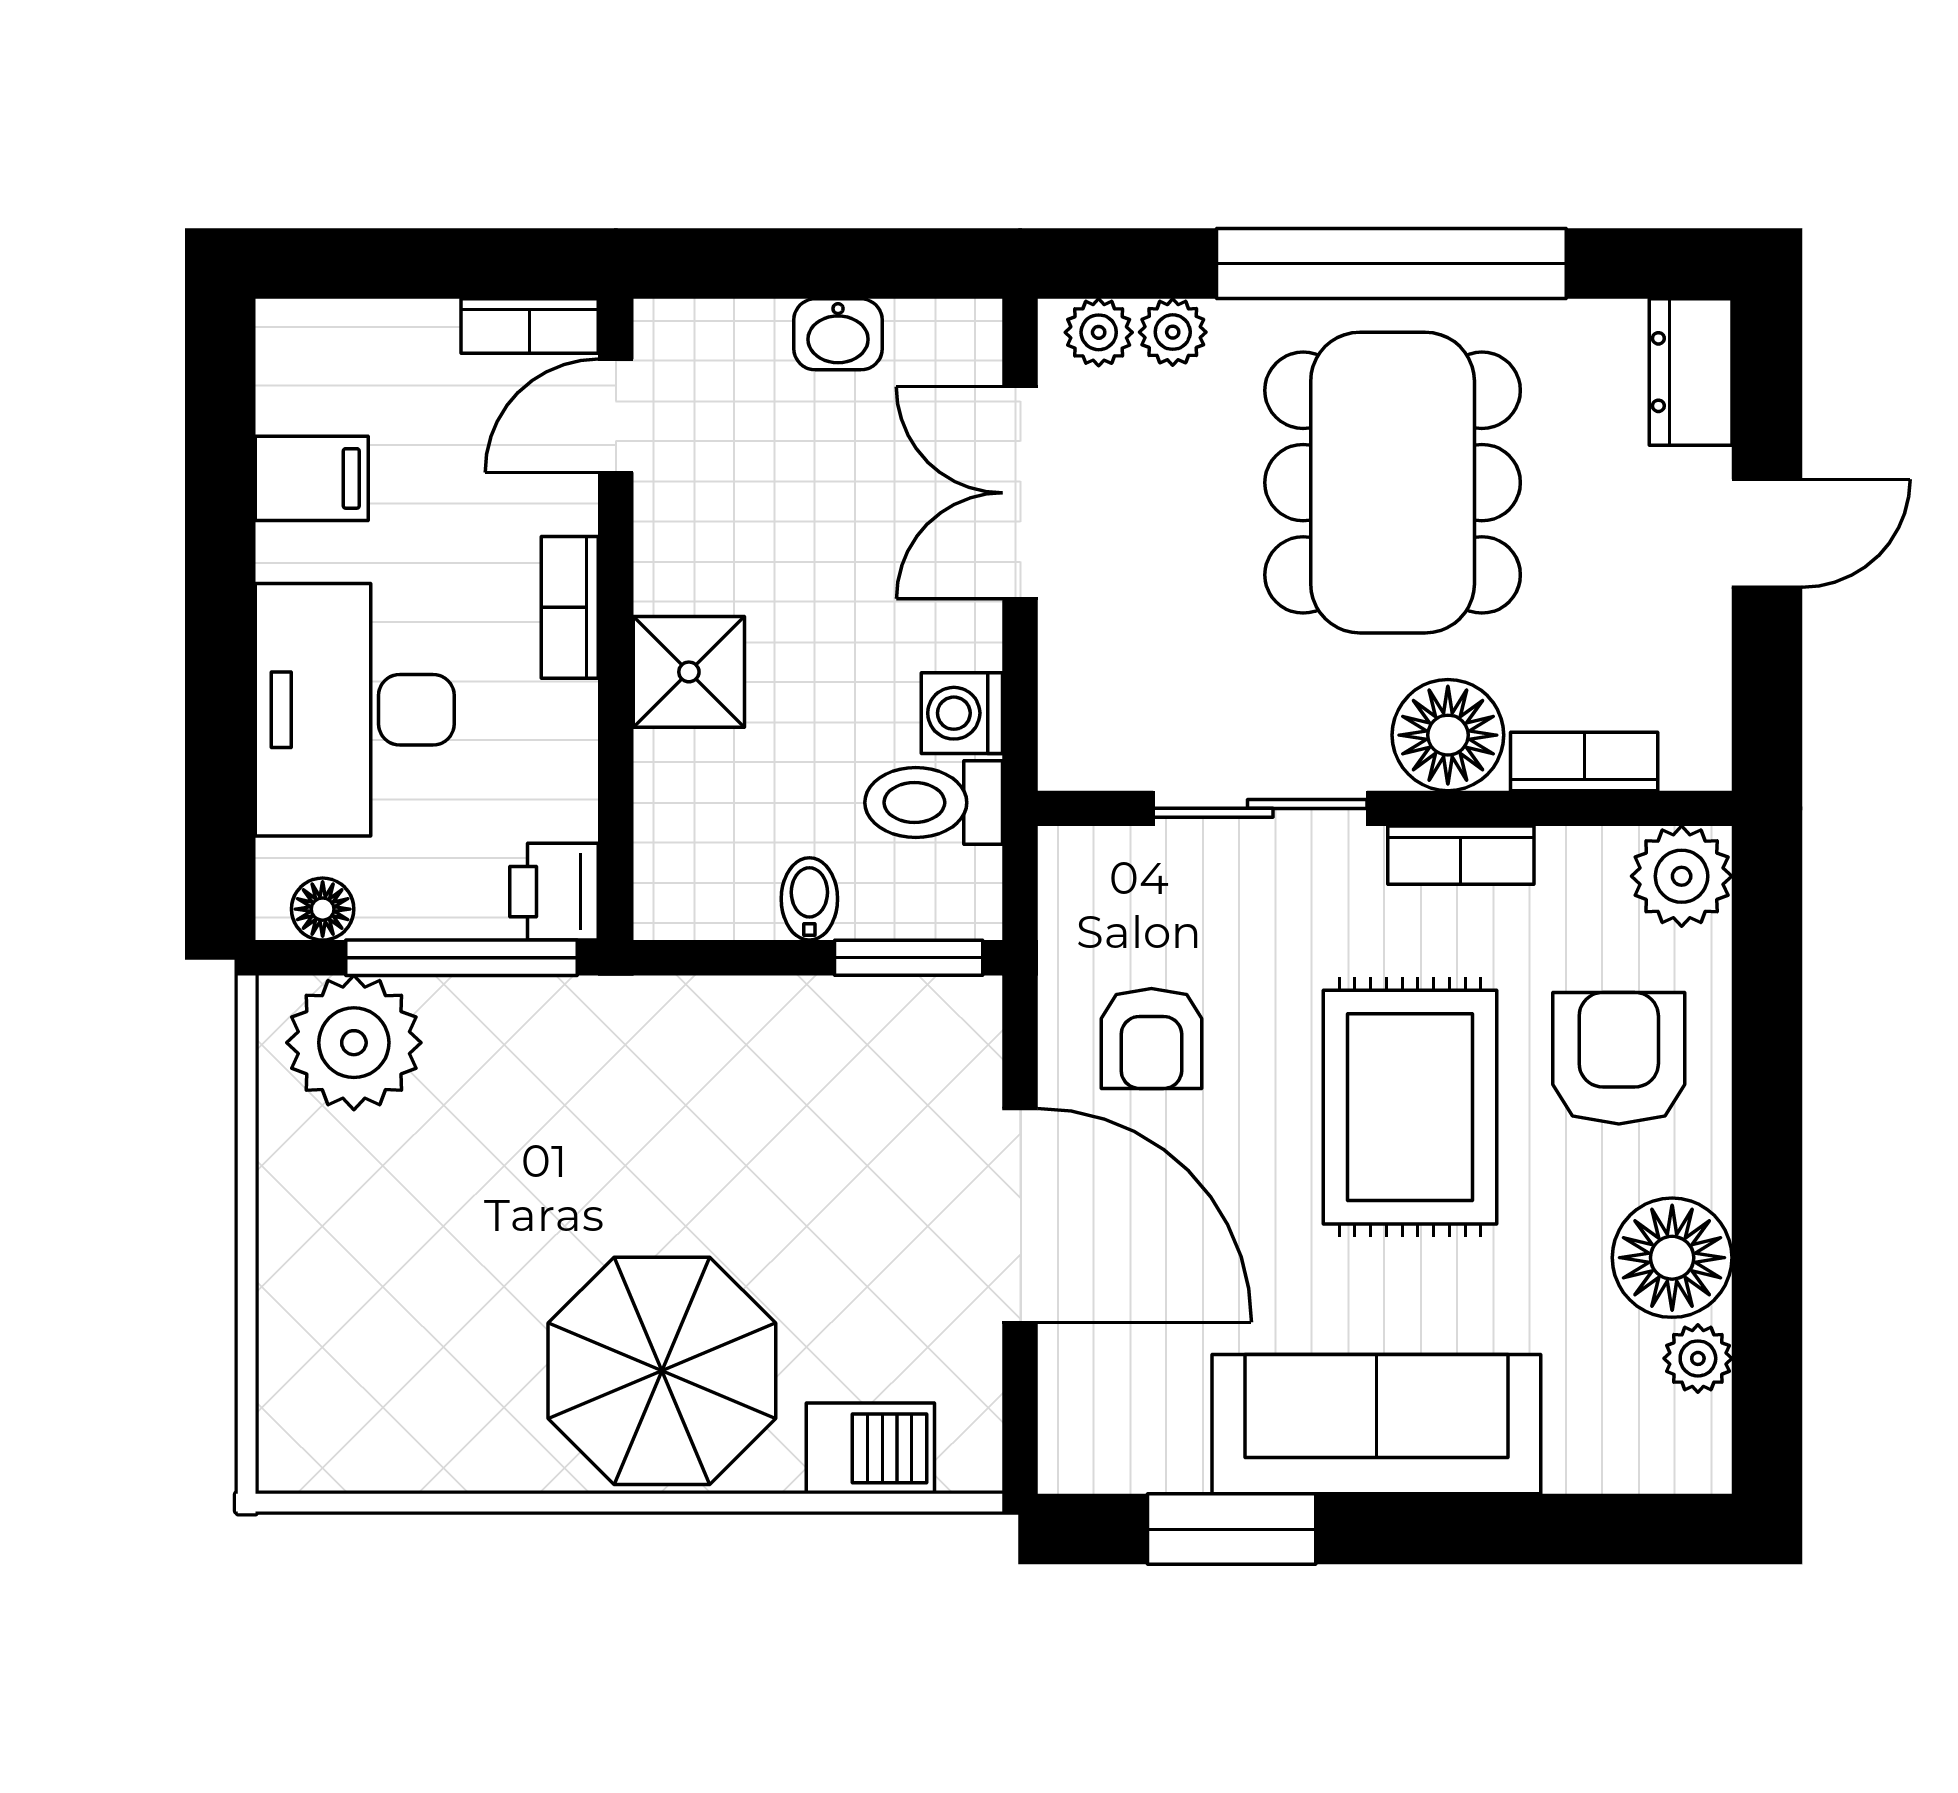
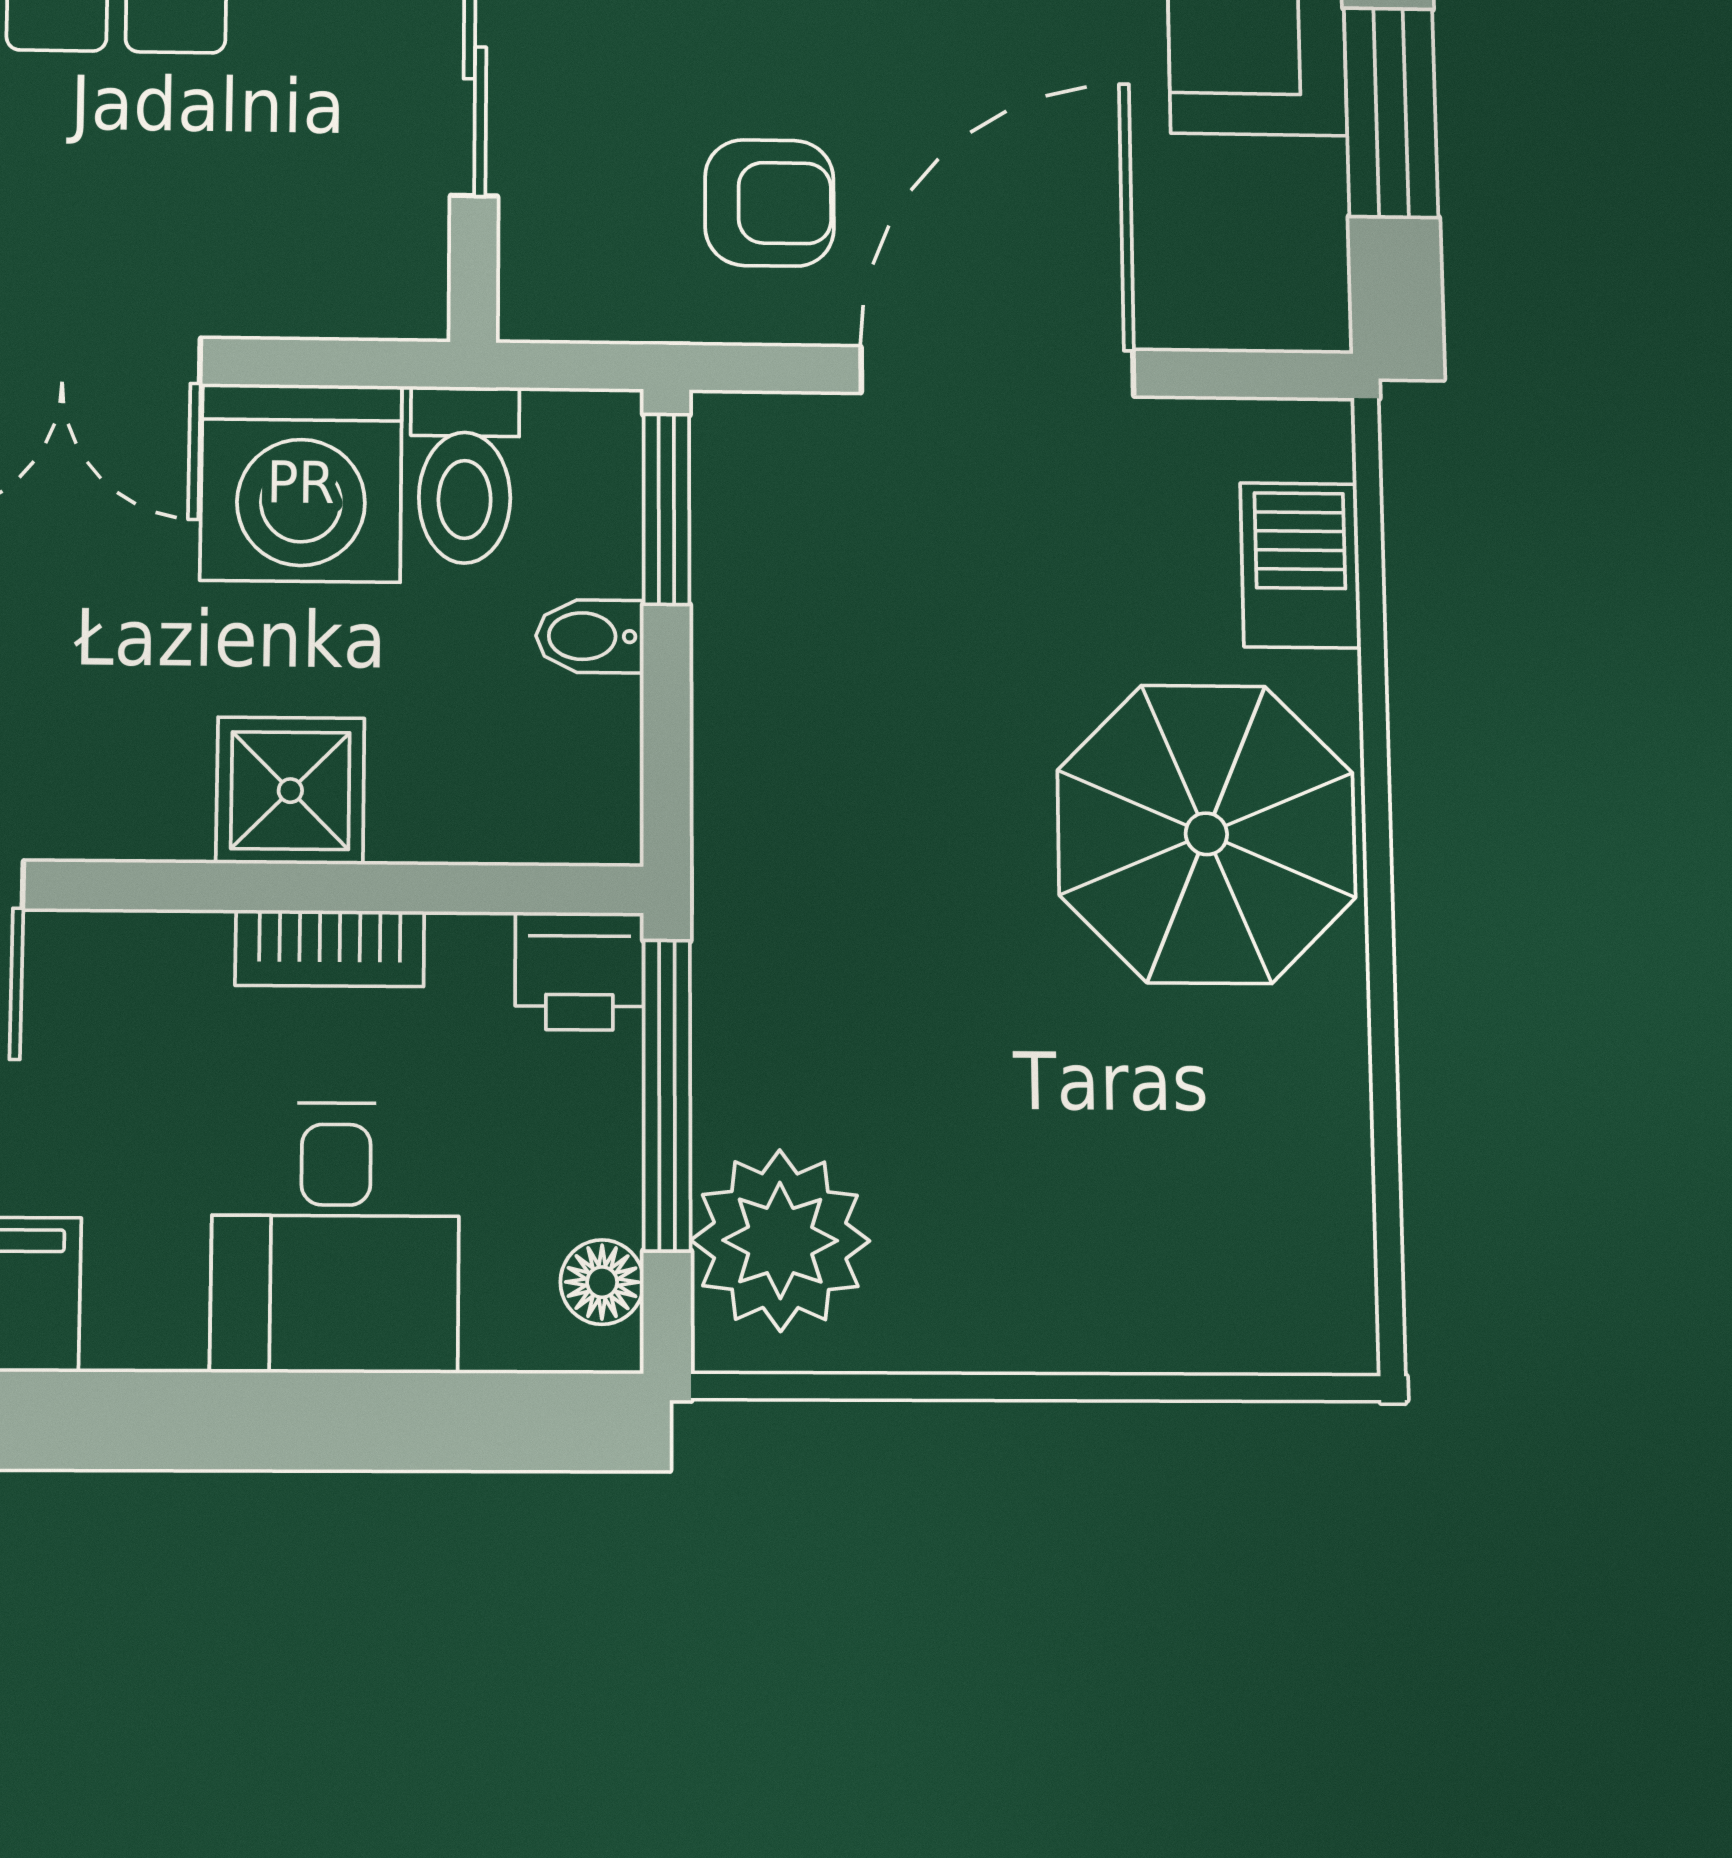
bookcase: (570, 607) -> (330, 948), moved
desk: (355, 710) -> (335, 1237), width x0.73
washing machine: (962, 713) -> (301, 483), width x1.89, depth x1.89

